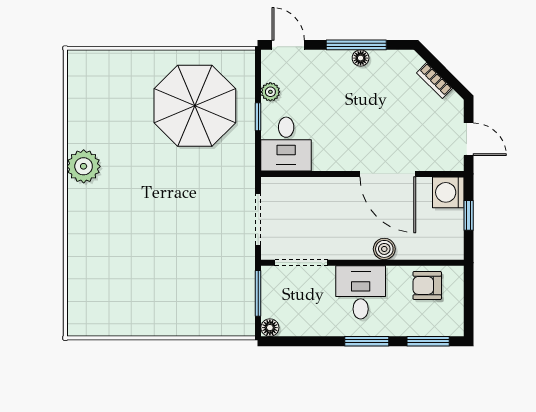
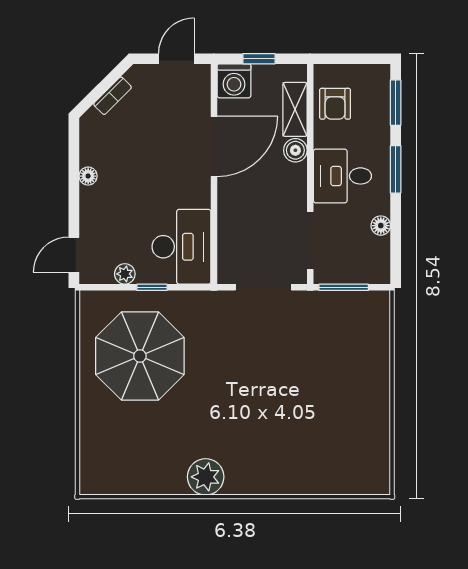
window: (356, 45) -> (74, 181), removed
desk: (286, 144) -> (181, 247), width x1.37
shelving: (422, 249) -> (295, 109), added
floor lamp: (270, 328) -> (381, 226), moved

